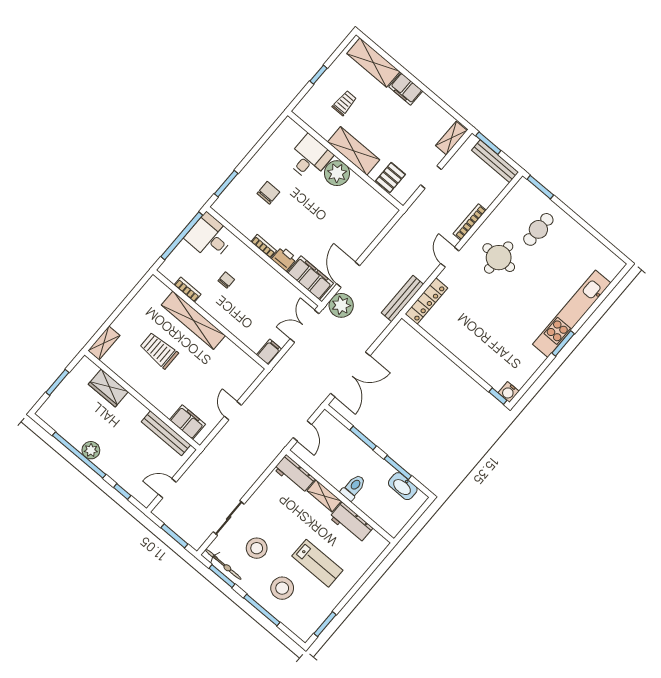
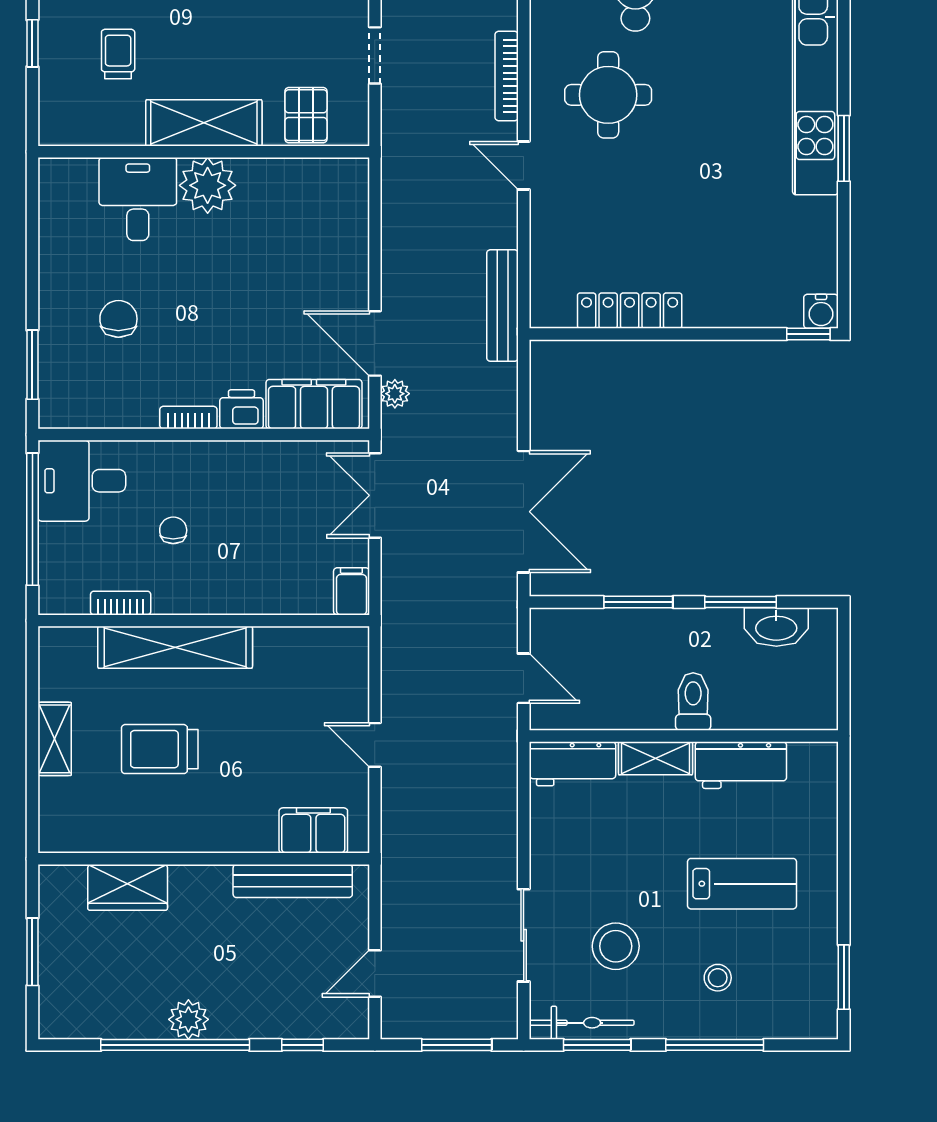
locker: (426, 301) -> (630, 311), moved, turned -90
plant: (341, 305) -> (395, 394), width x0.53, depth x0.53
shelving: (104, 343) -> (55, 739), moved
stool: (282, 588) -> (718, 978), width x0.53, depth x0.53

